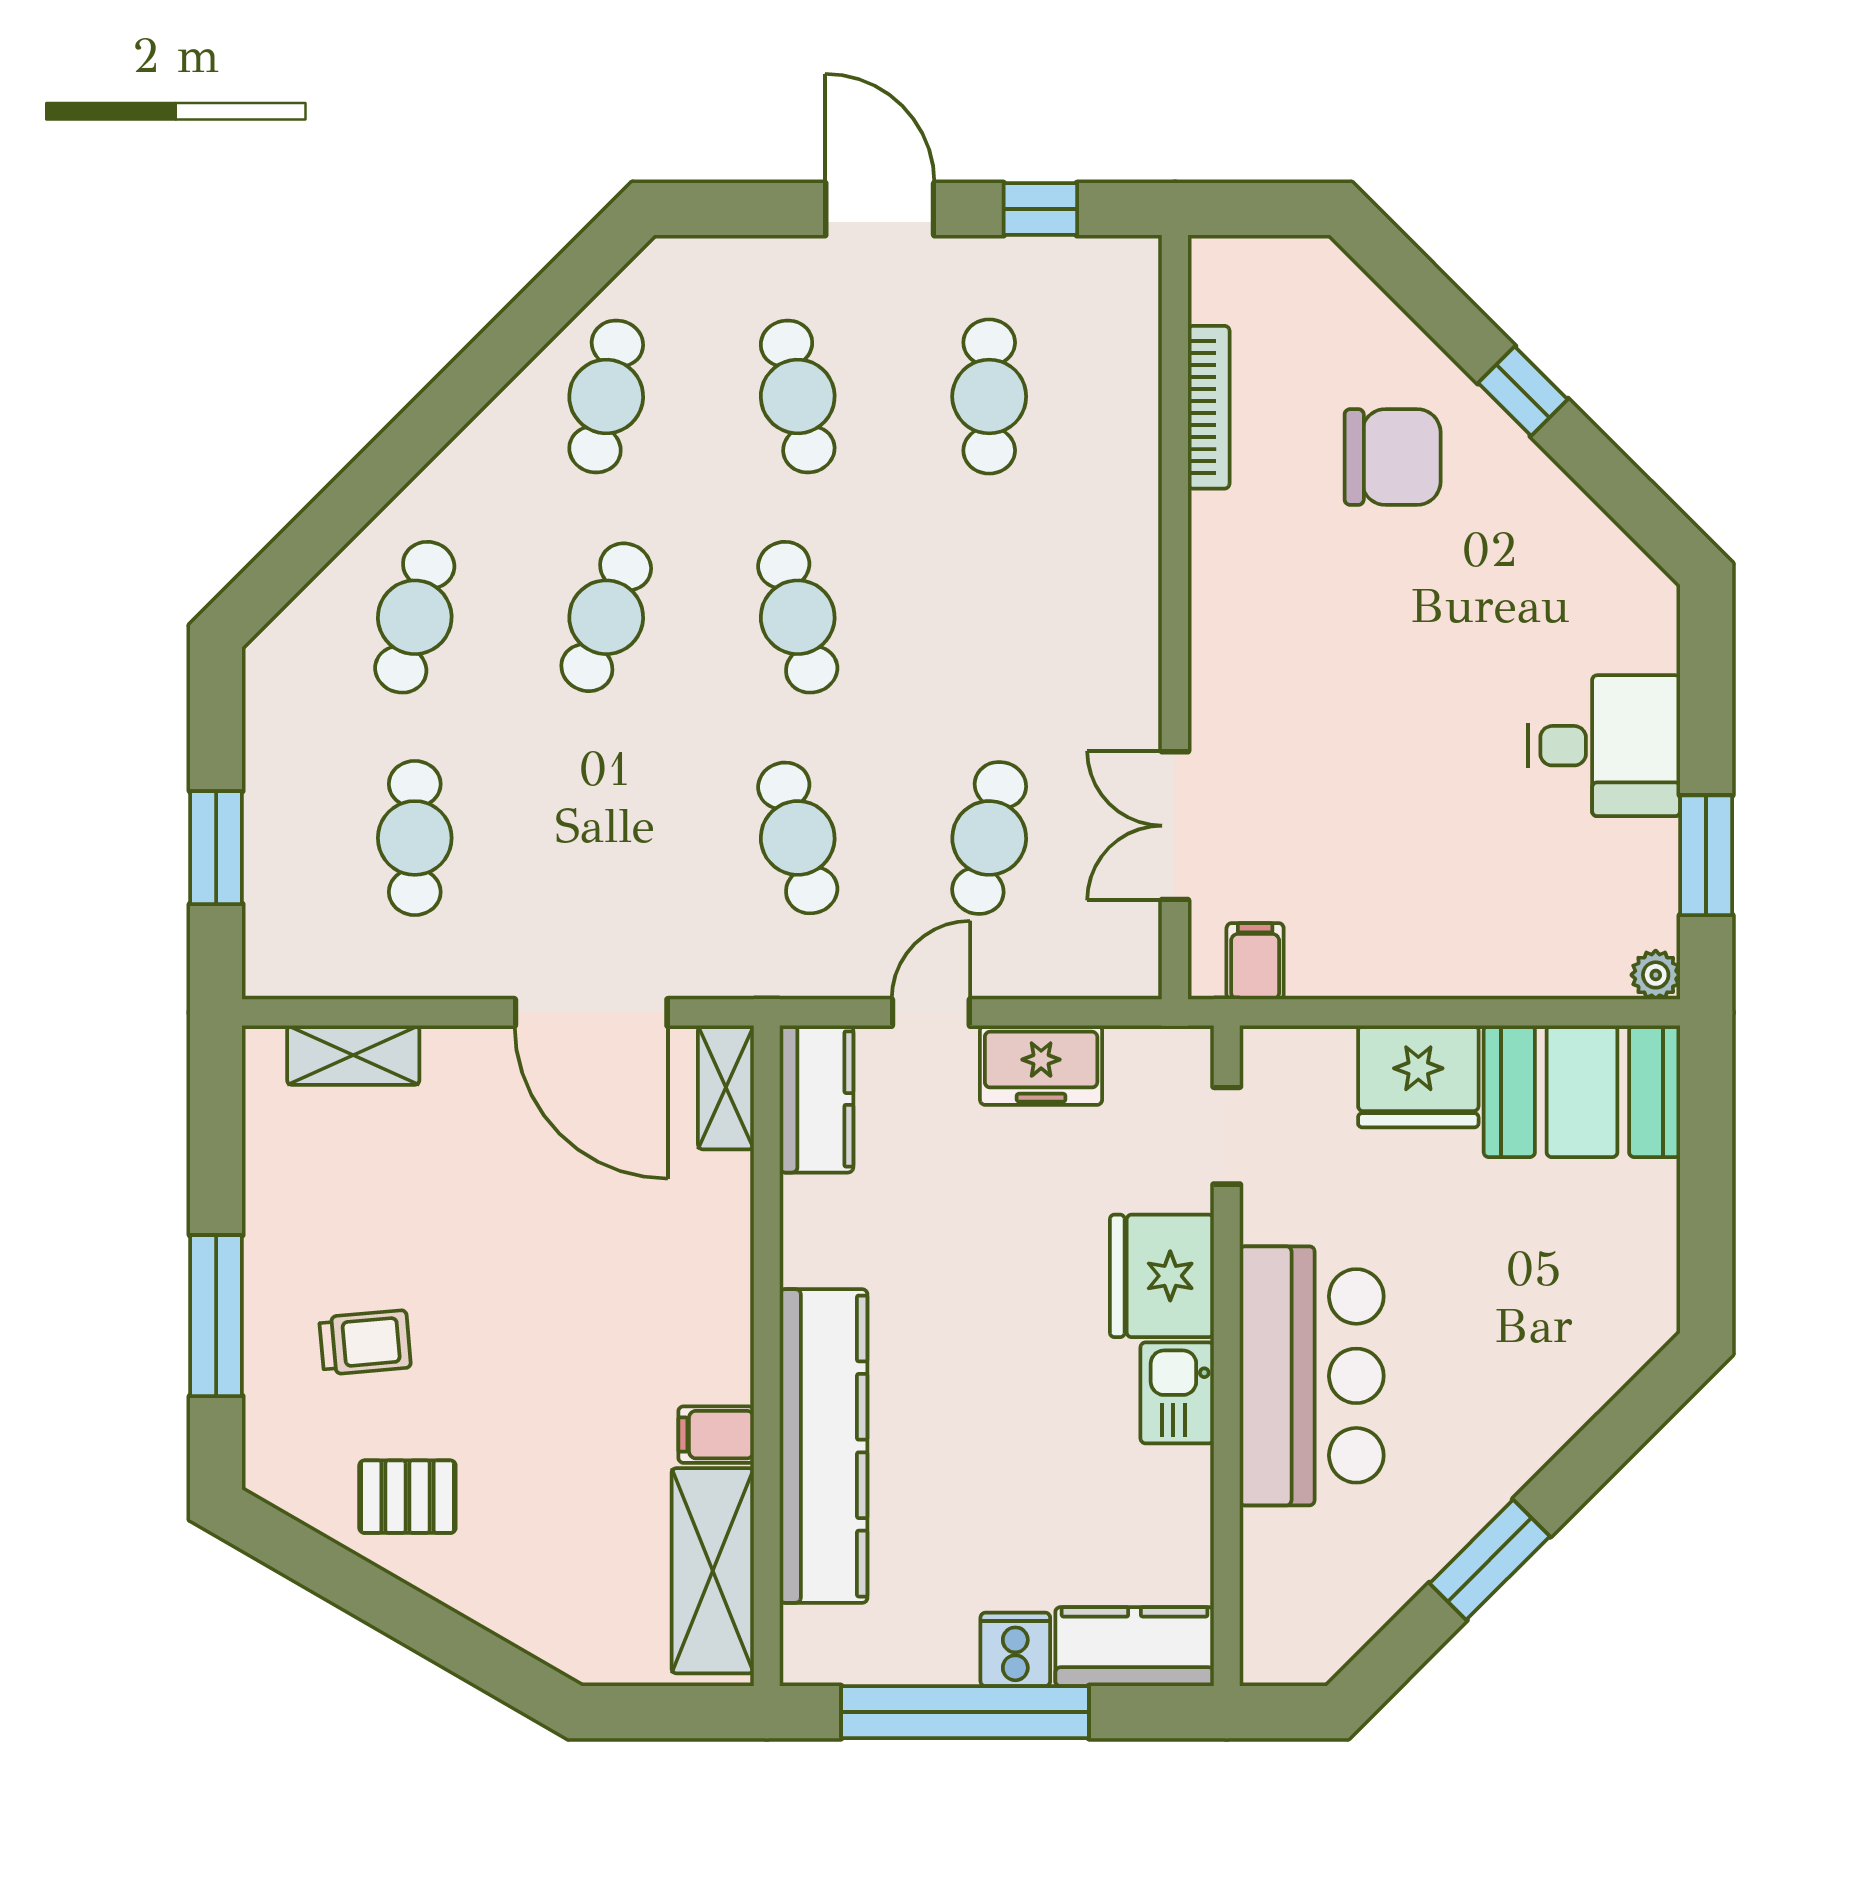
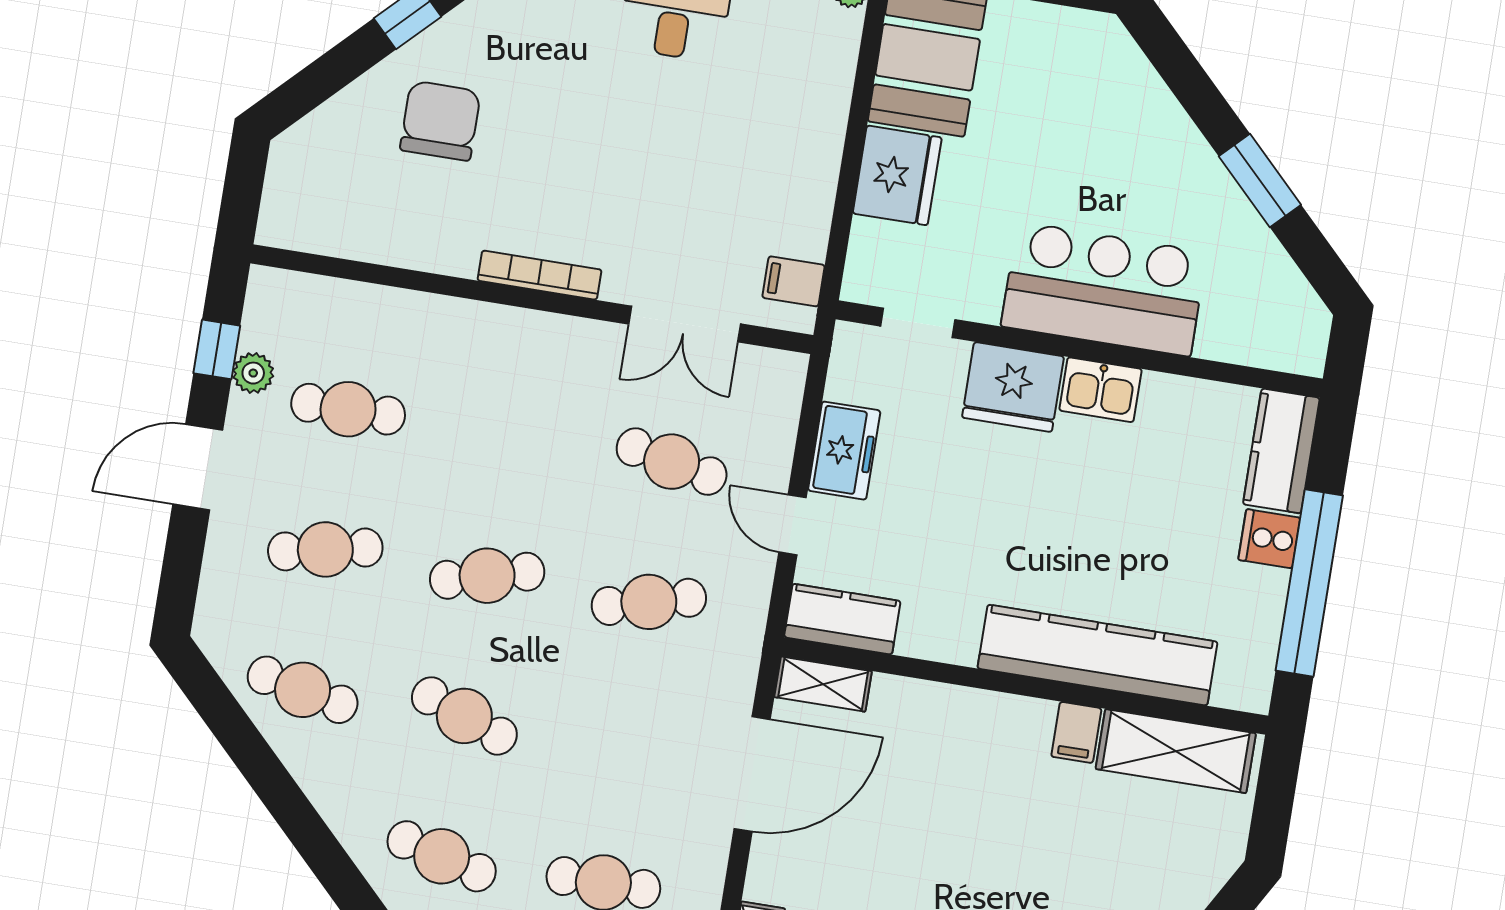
plant: (1017, 263) -> (253, 373), added
bookcase: (1209, 407) -> (539, 275), moved

